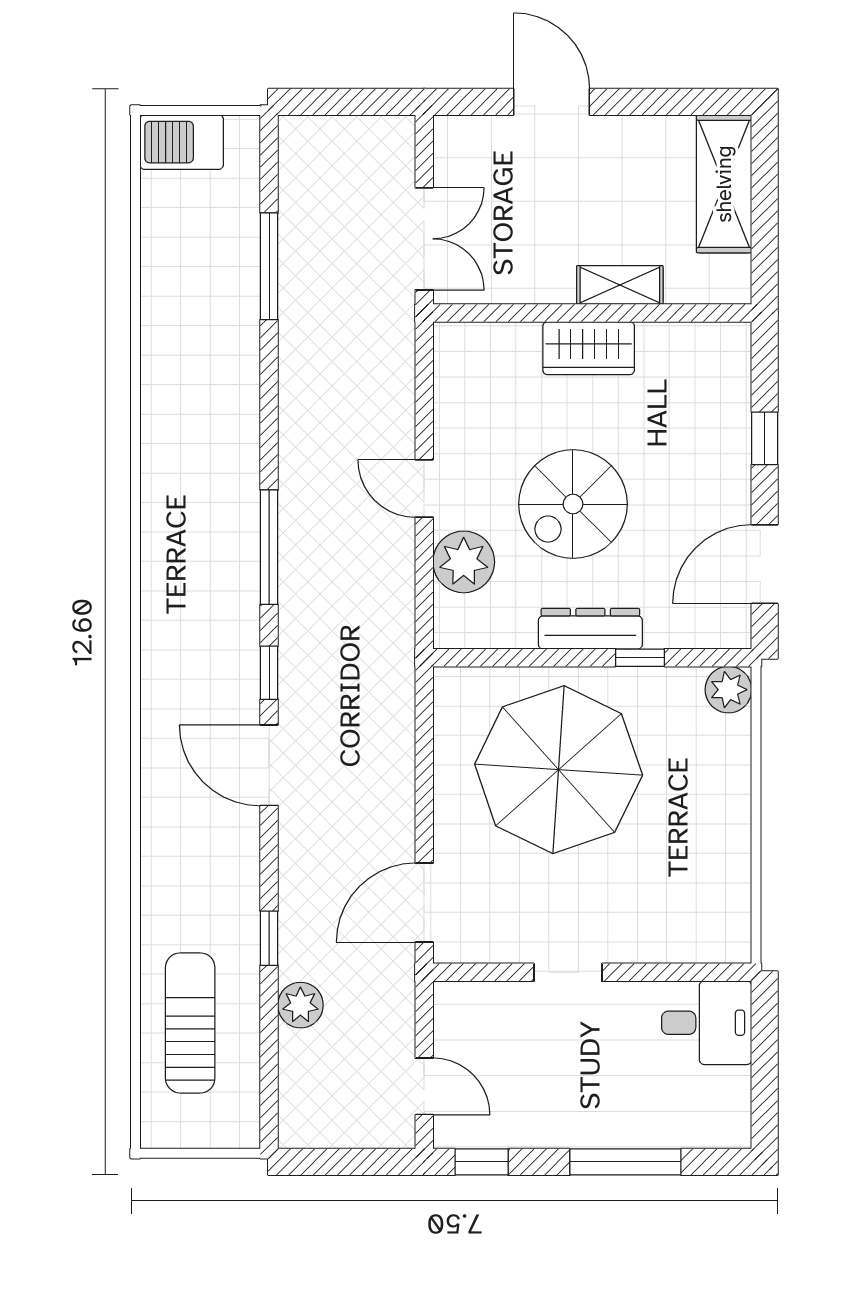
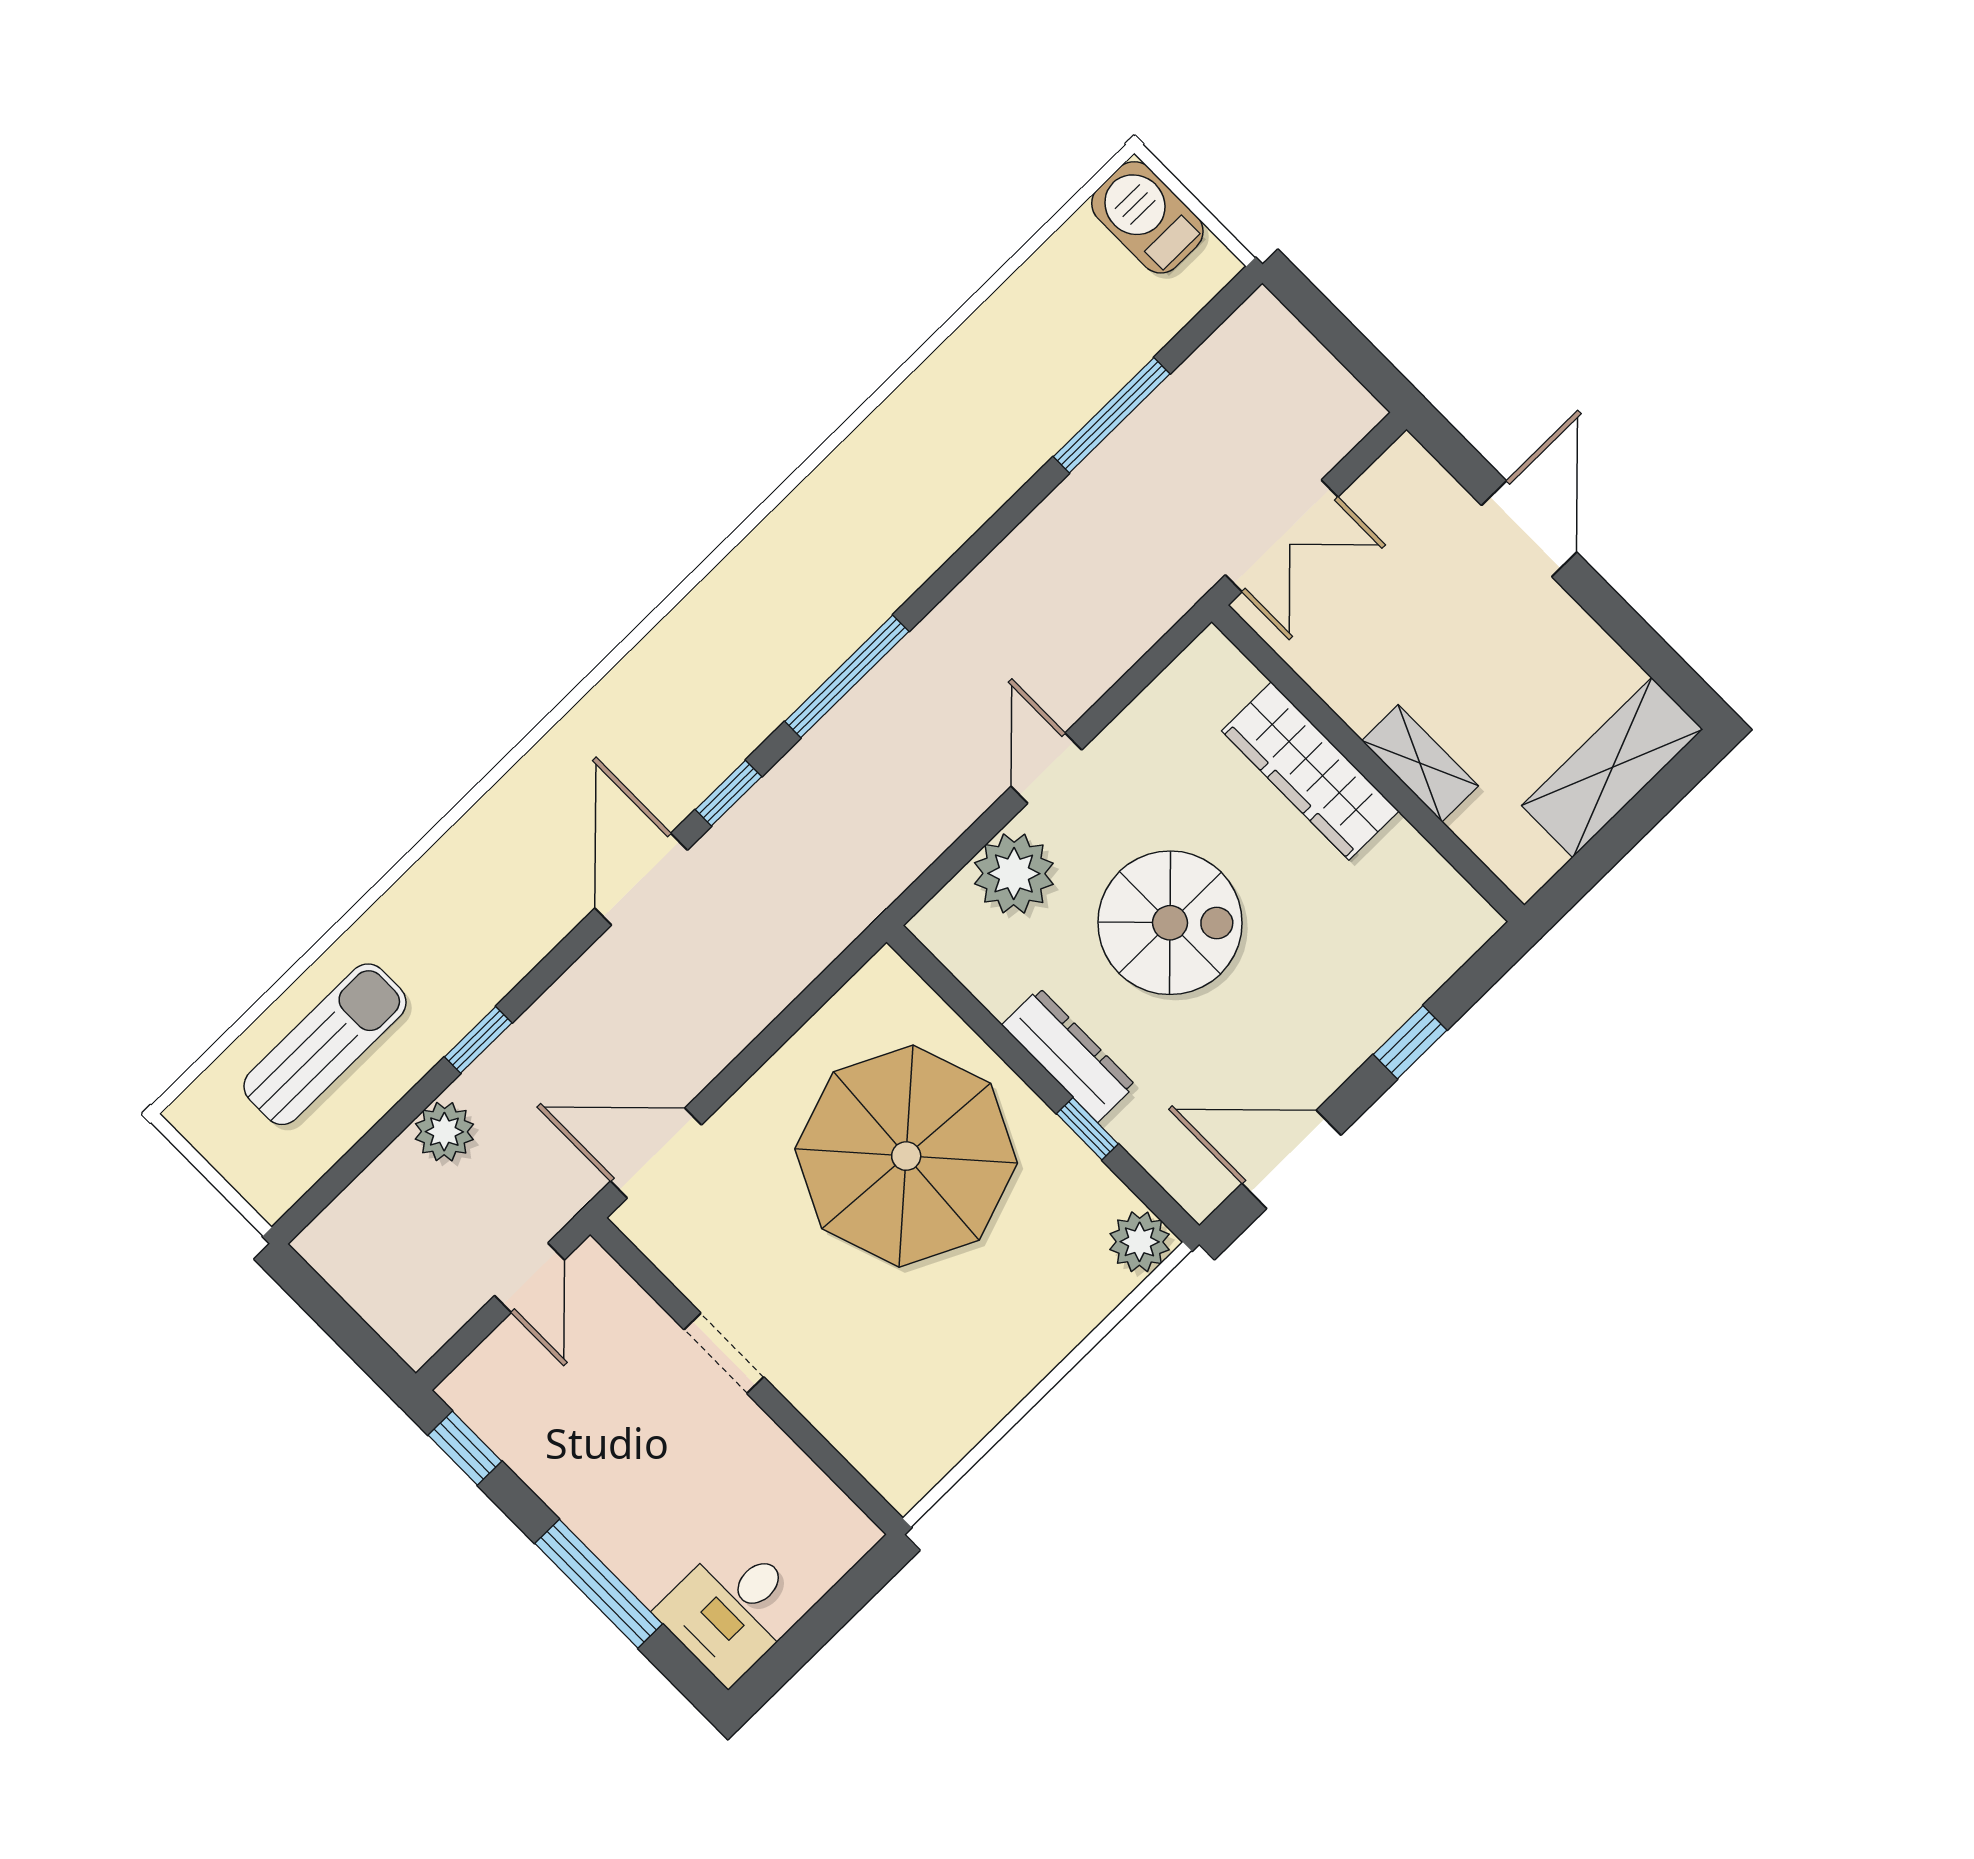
wardrobe: (589, 348) -> (1310, 771), width x1.50
spiral stairs: (573, 504) -> (1170, 923), turned 180
desk: (707, 1023) -> (732, 1609), moved, turned 90
door: (424, 1086) -> (530, 1278), moved

